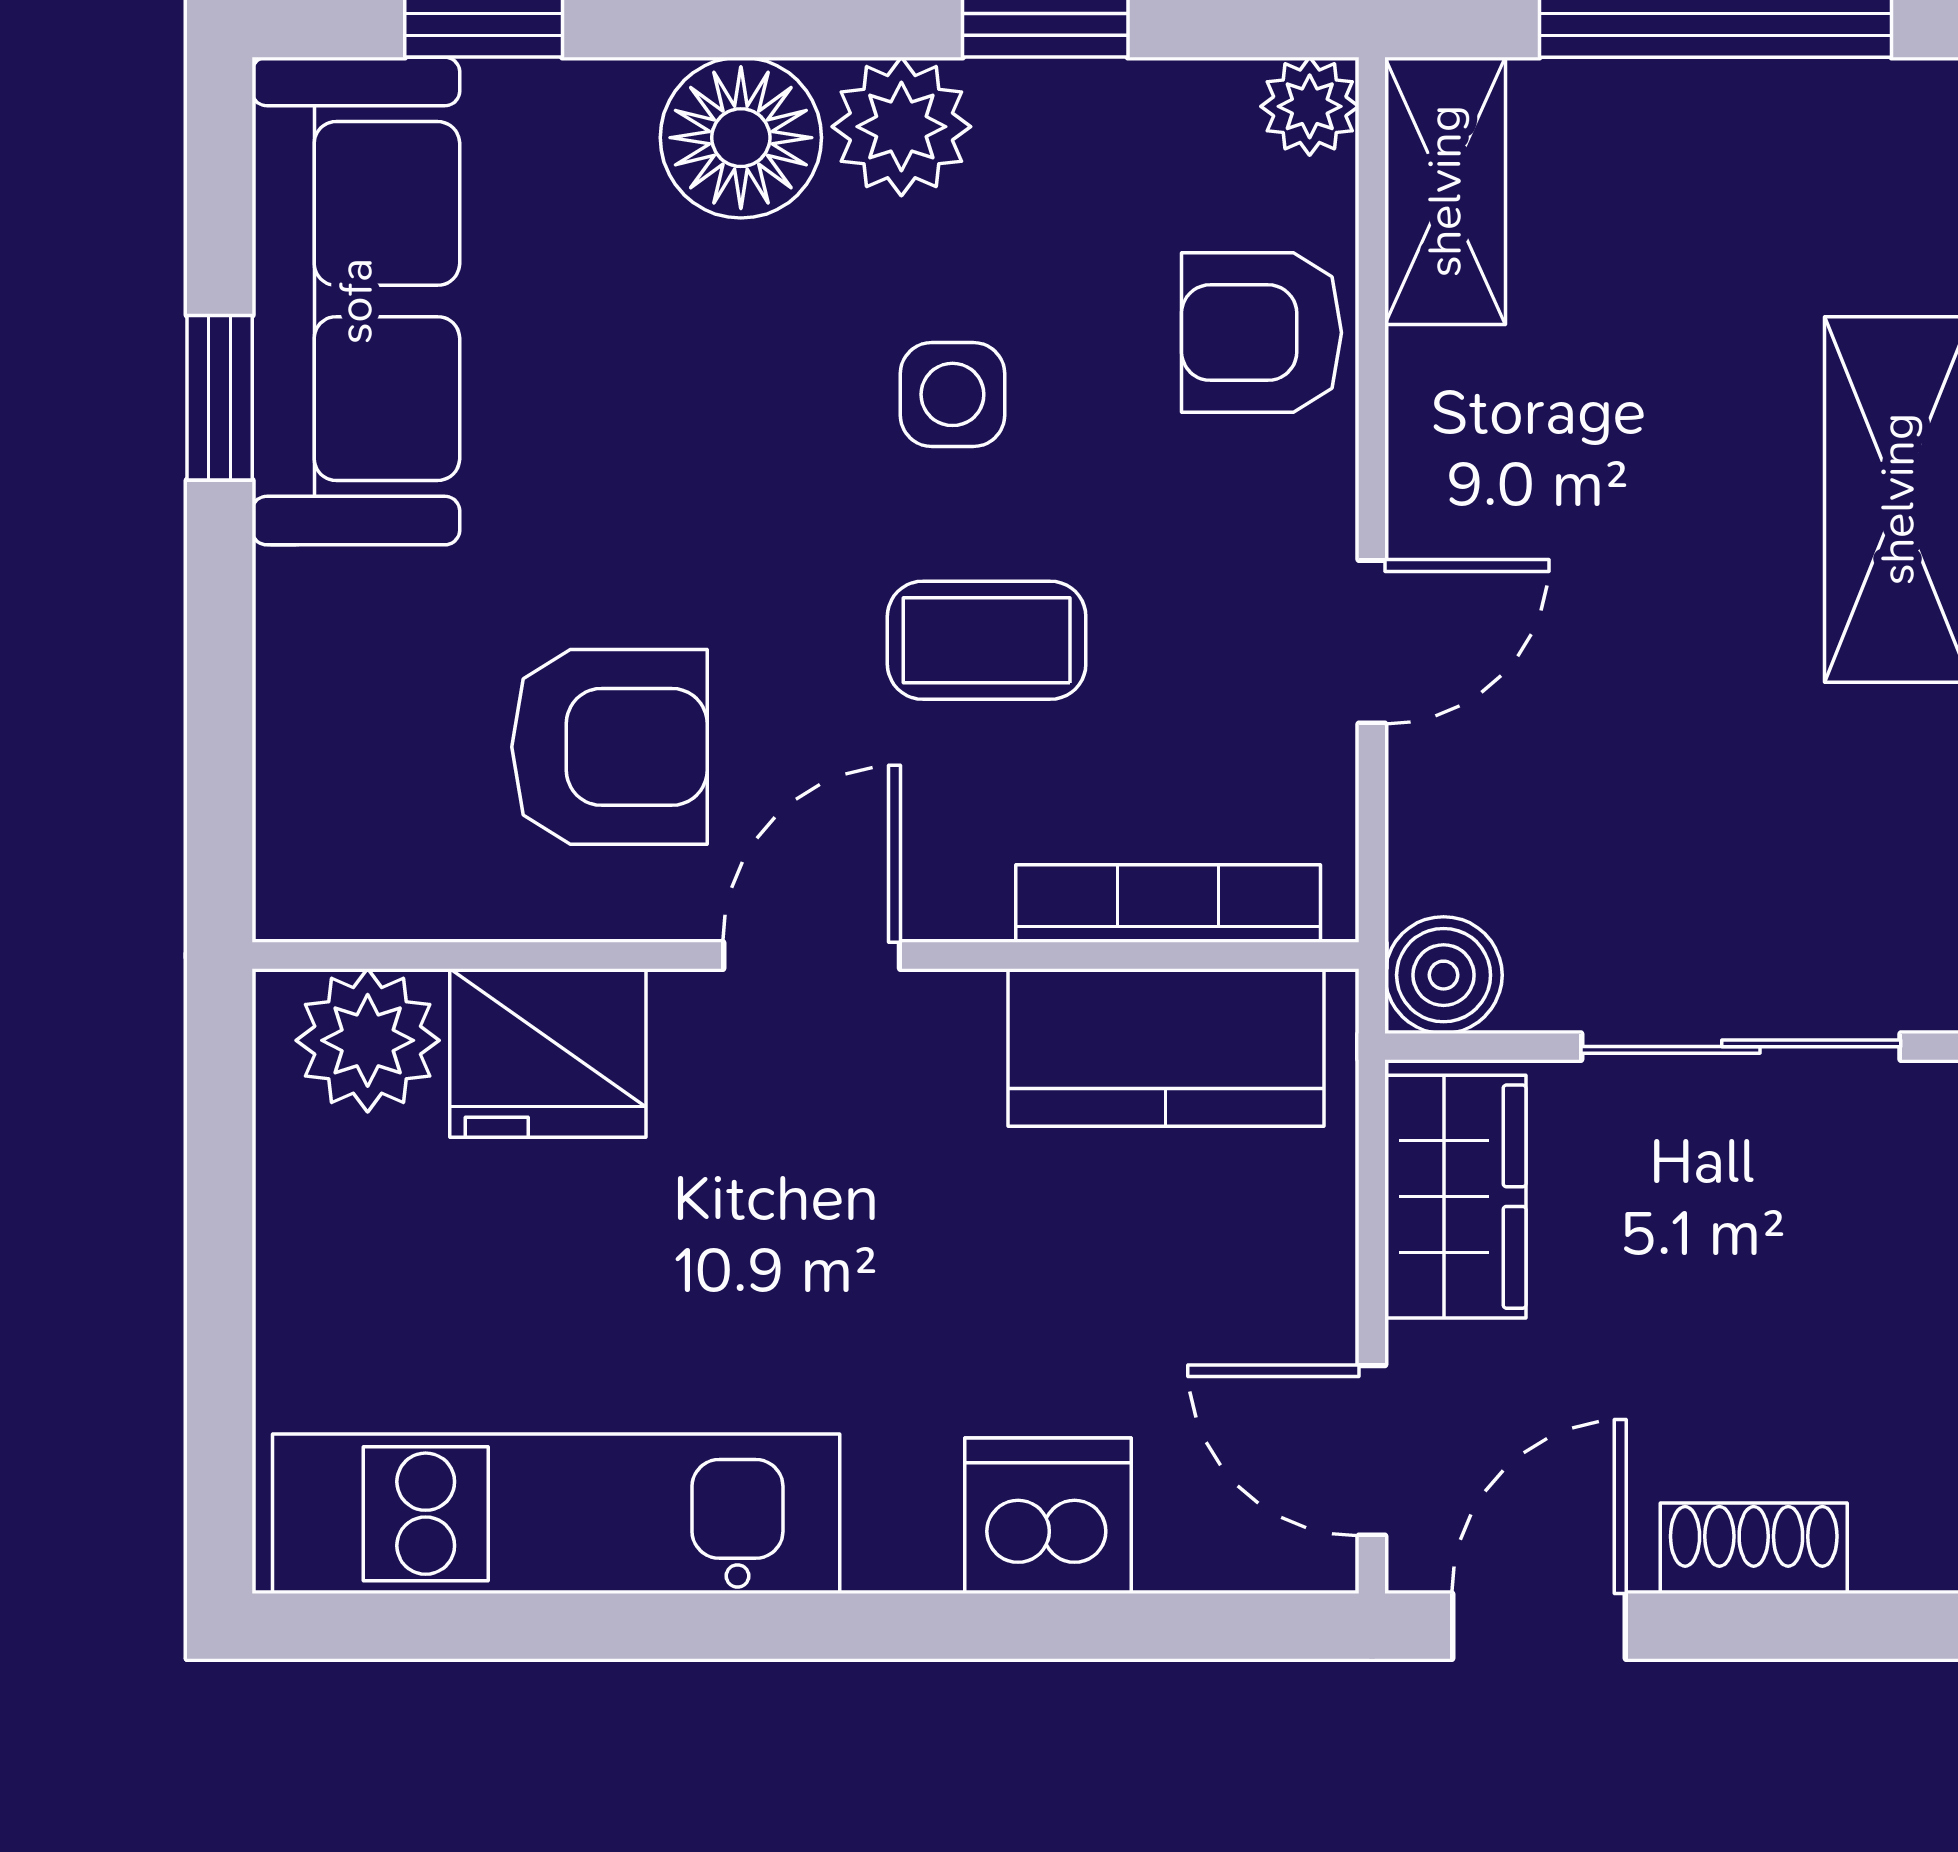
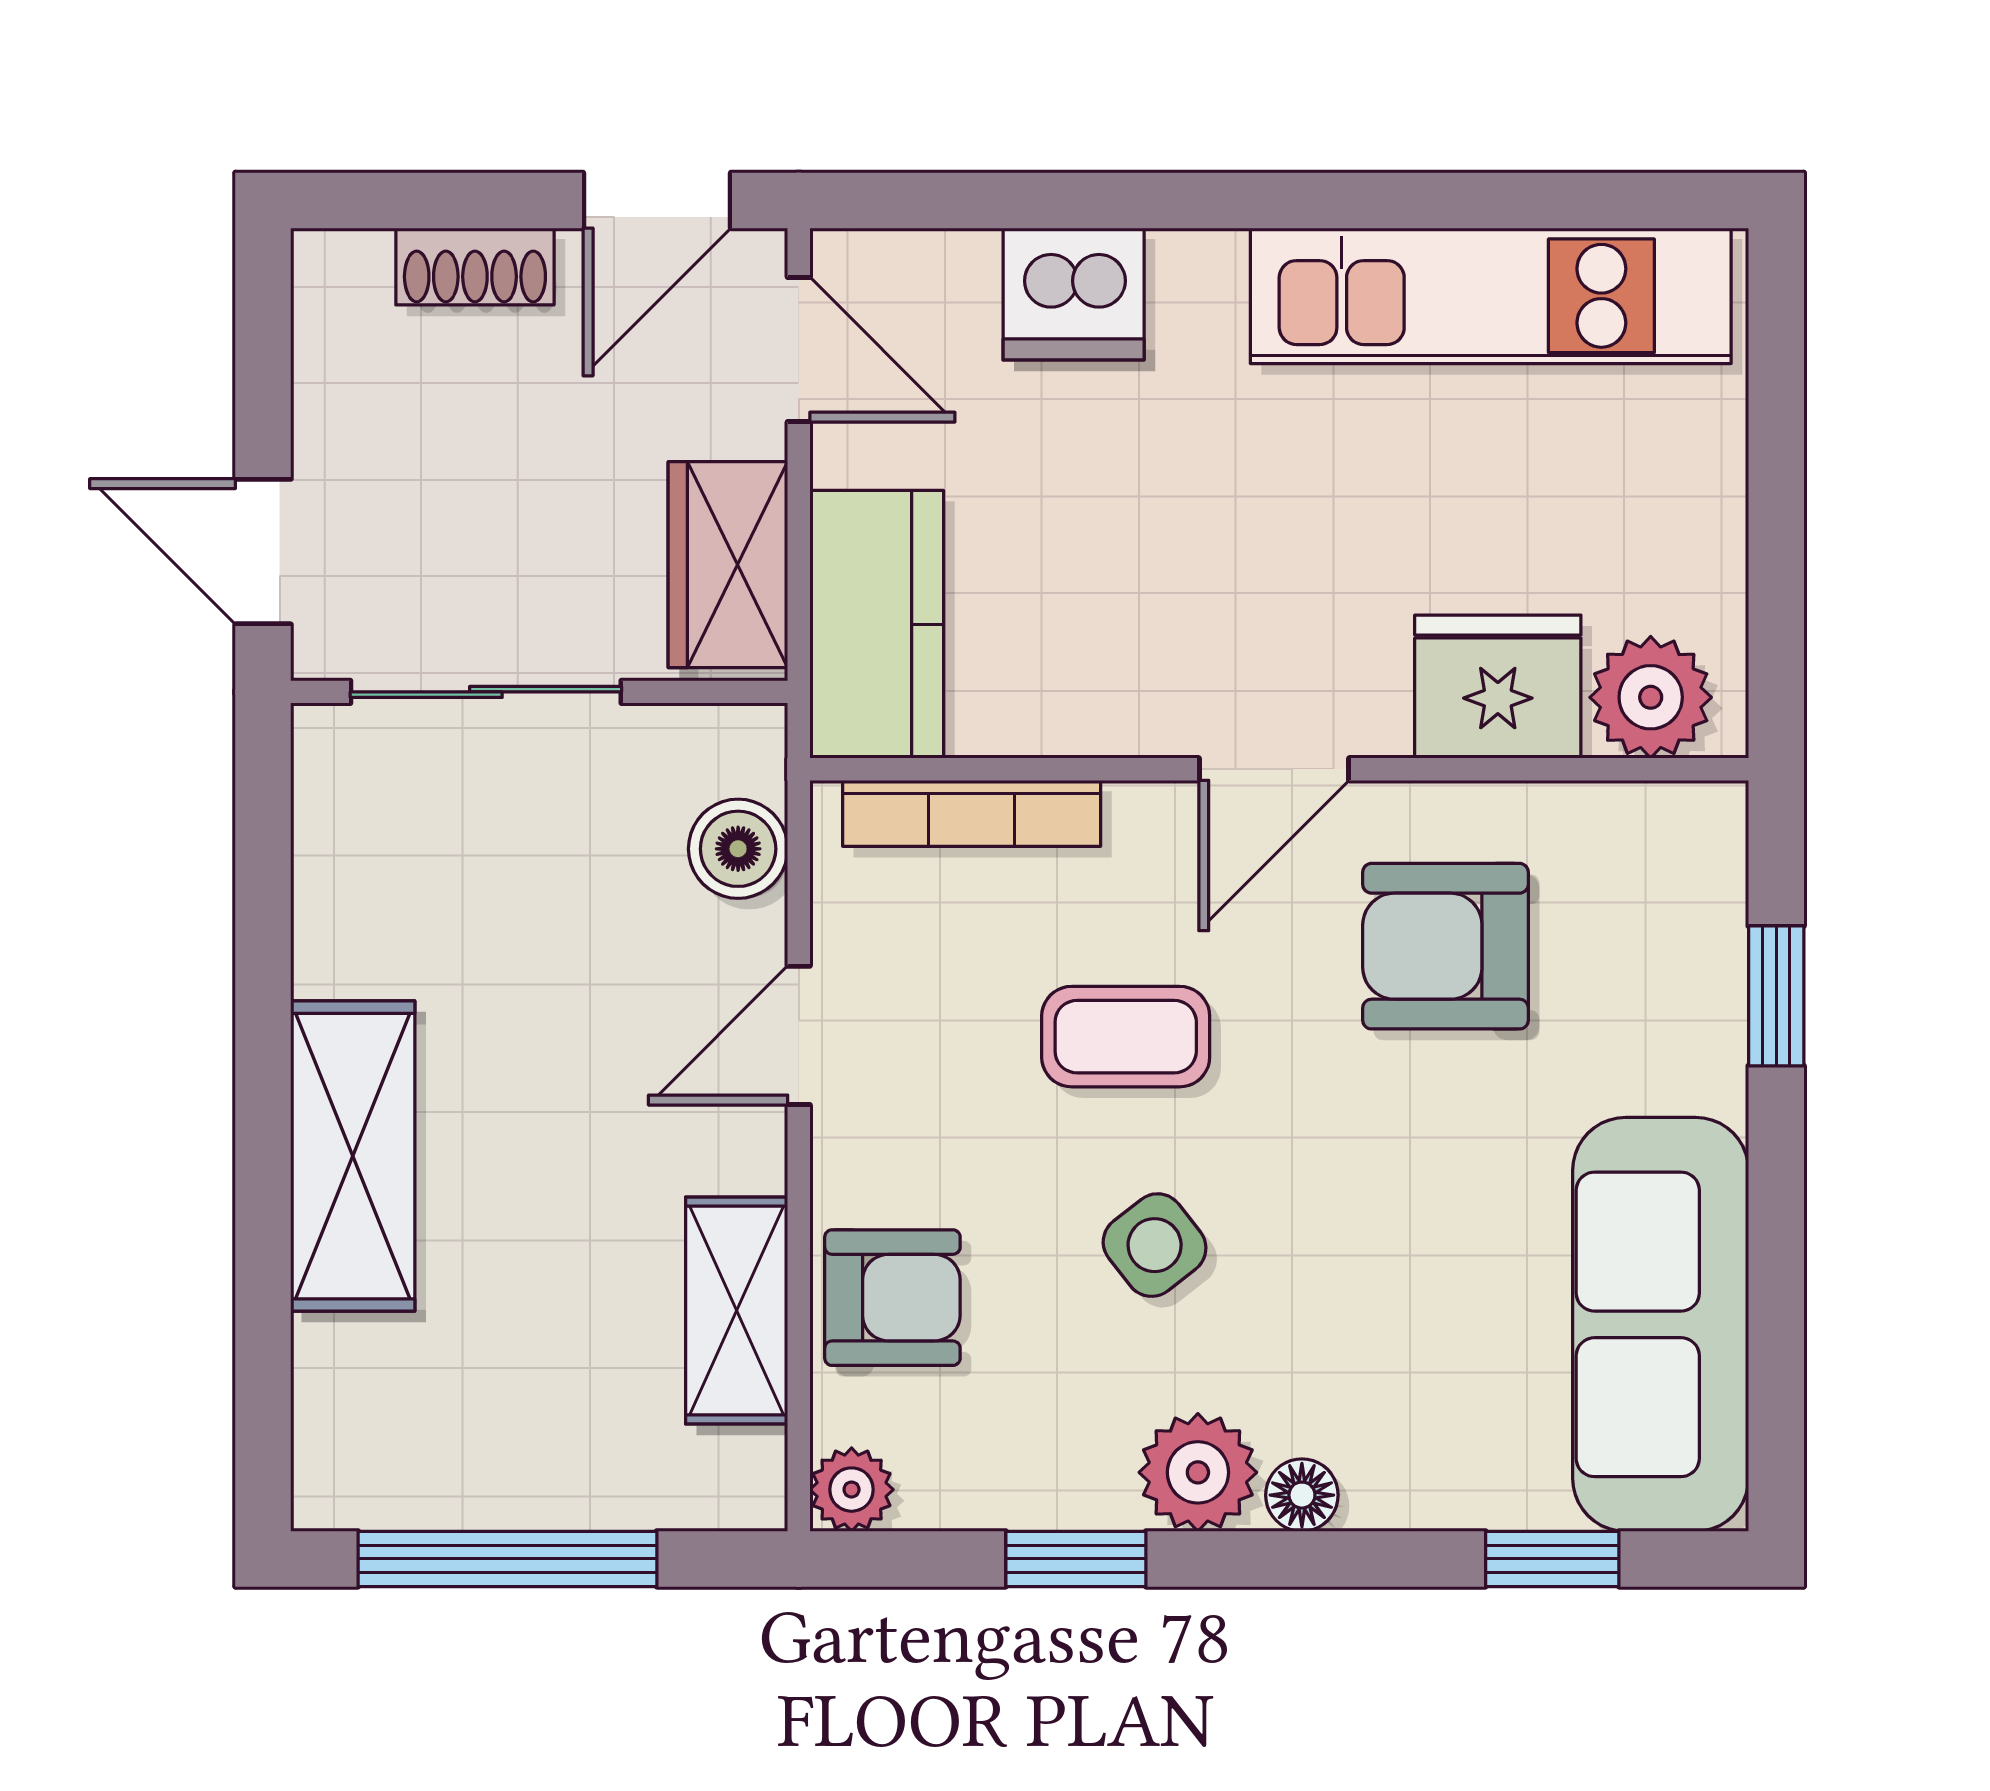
floor lamp: (741, 138) -> (1302, 1495), width x0.53, depth x0.53
shelving: (1445, 191) -> (737, 1311), moved
side table: (952, 394) -> (1155, 1245), turned -38
window: (220, 398) -> (1776, 996), moved
boiler: (1444, 975) -> (738, 849), moved
kitchen counter: (1166, 1047) -> (877, 624), moved, turned 90

